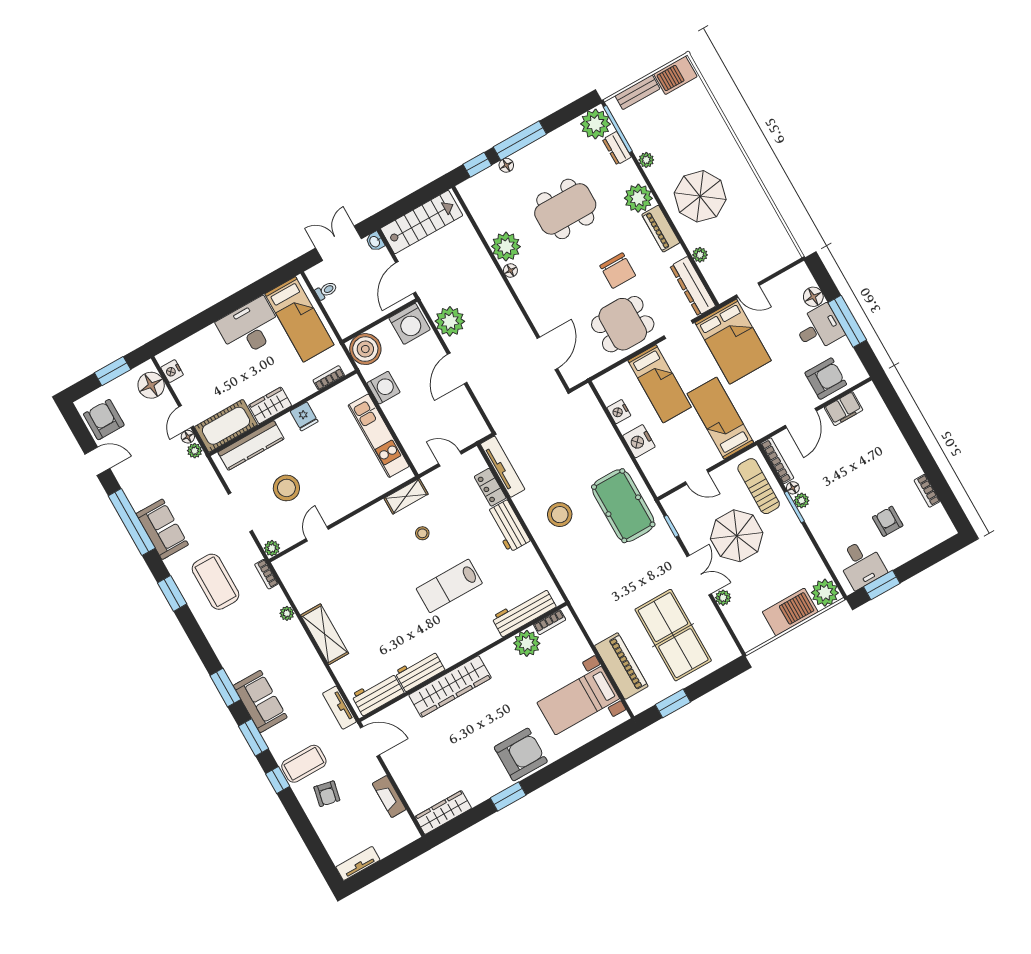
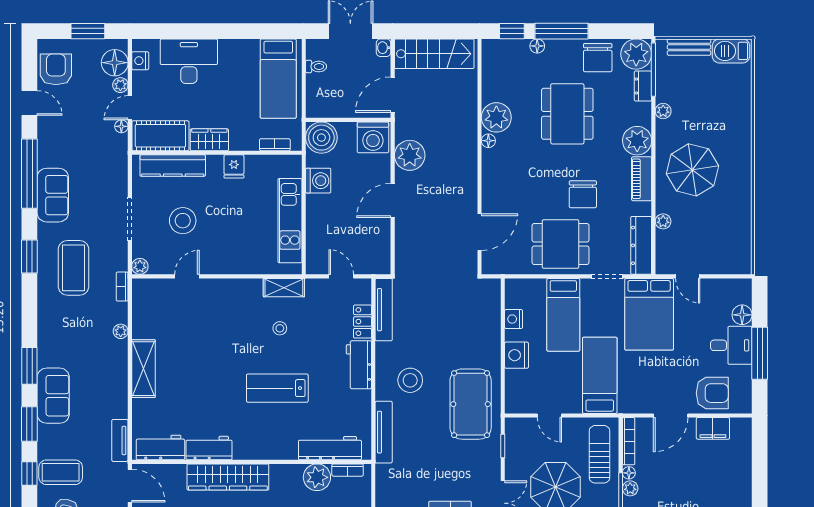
chair: (564, 146) -> (598, 58), added
dining table: (565, 209) -> (567, 114), turned 90
desk: (250, 328) -> (189, 61), moved
plant: (195, 451) -> (120, 85), moved
tv unit: (562, 572) -> (384, 432), added

